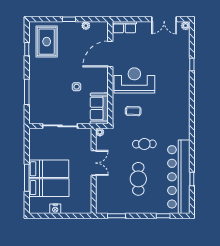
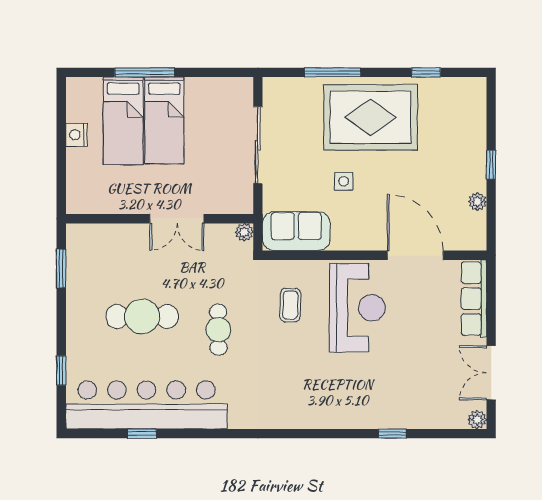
row of seats: (124, 27) -> (474, 299), width x1.48
rug: (47, 42) -> (370, 117), moved, width x1.37, depth x1.44

